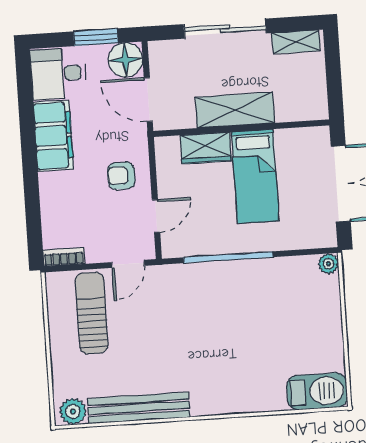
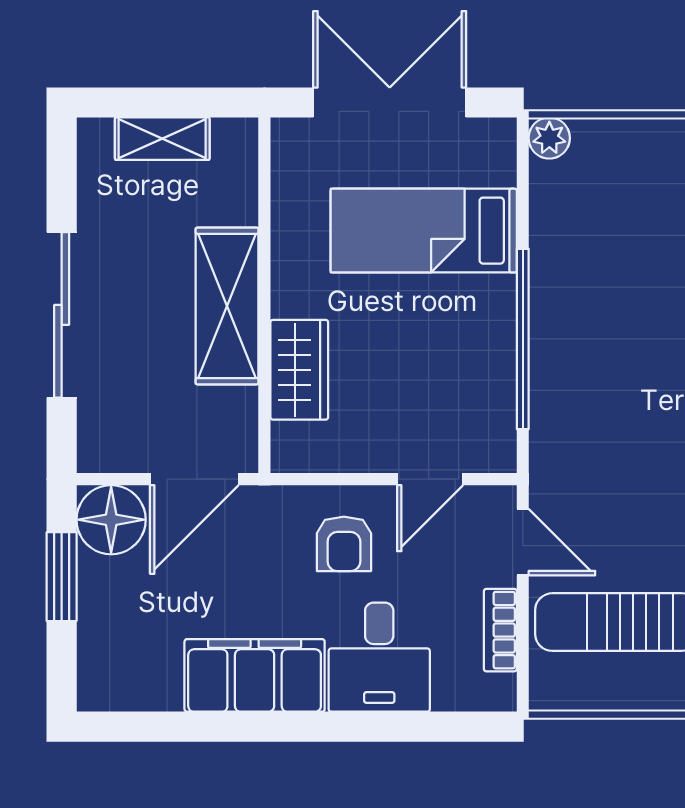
shelving: (296, 42) -> (162, 139), moved, turned 90
desk: (58, 74) -> (379, 657), moved
bed: (255, 176) -> (424, 231), moved, turned 180
door: (156, 216) -> (430, 479), swing flipped
bookcase: (64, 257) -> (500, 630), moved

